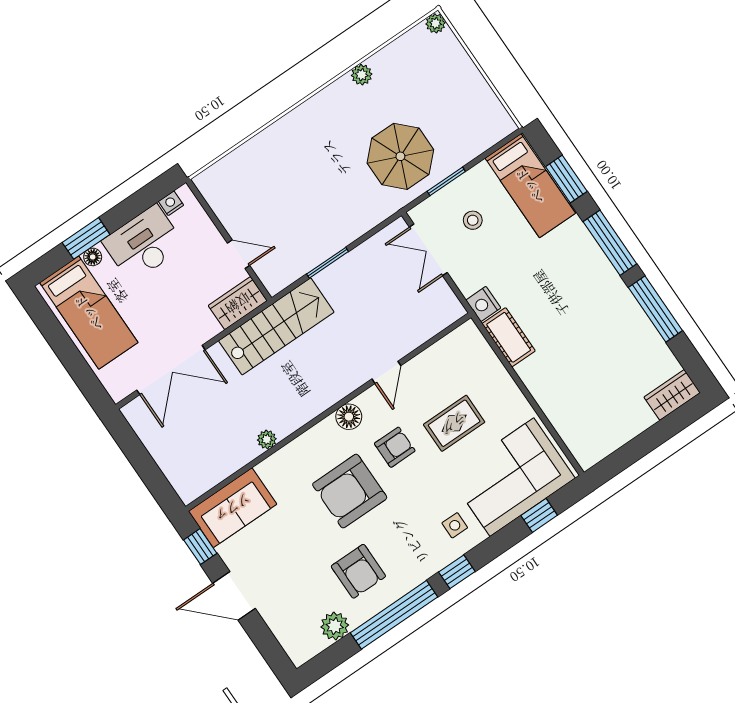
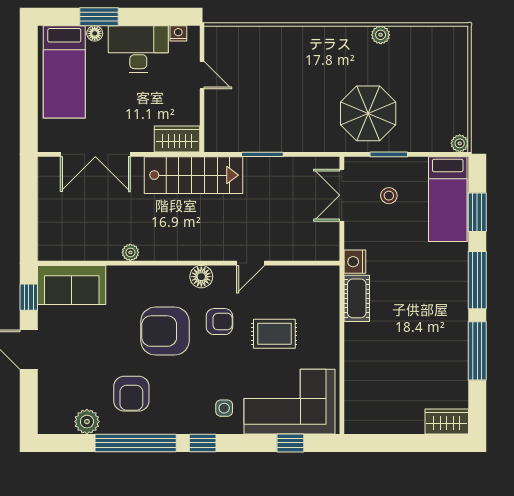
plant: (436, 23) -> (460, 143), moved
door: (239, 254) -> (202, 75), moved

